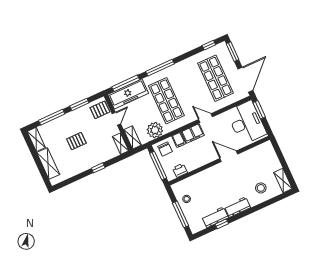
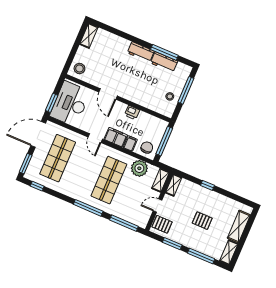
freezer: (128, 94) -> (130, 214), removed
printer: (180, 170) -> (132, 113), moved
stool: (261, 188) -> (79, 68), moved
window: (222, 224) -> (164, 52), width x2.17

